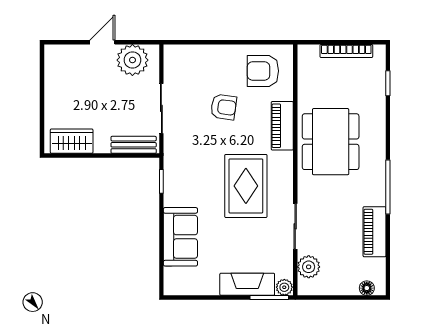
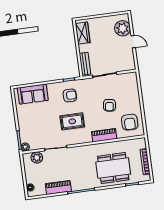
plant: (132, 60) -> (122, 28), moved
armchair: (263, 71) -> (130, 122), turned 180
dining table: (331, 142) -> (113, 168), moved
armchair: (193, 184) -> (70, 95), added
rug: (246, 186) -> (72, 121), width x0.73, depth x0.70
sofa: (180, 237) -> (33, 94), moved
fireplace: (247, 284) -> (24, 129), removed

